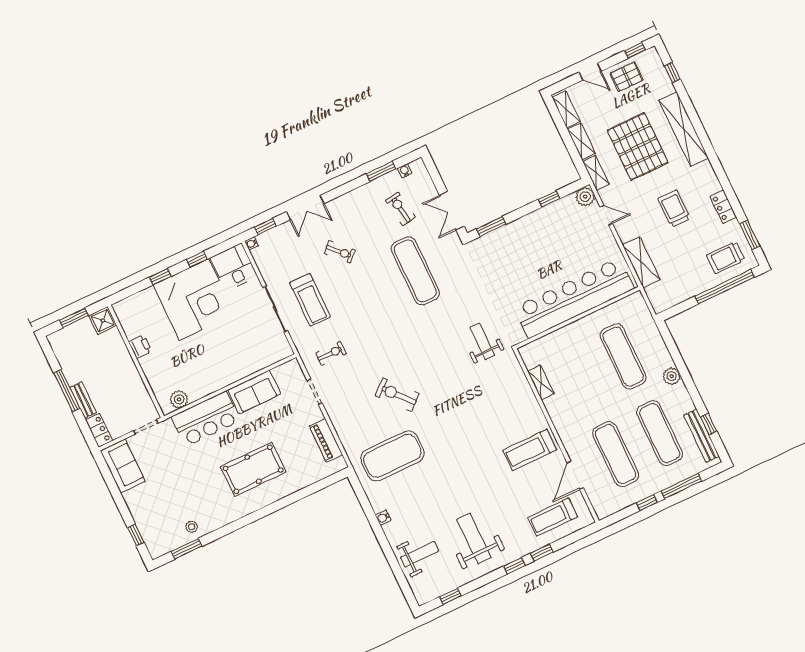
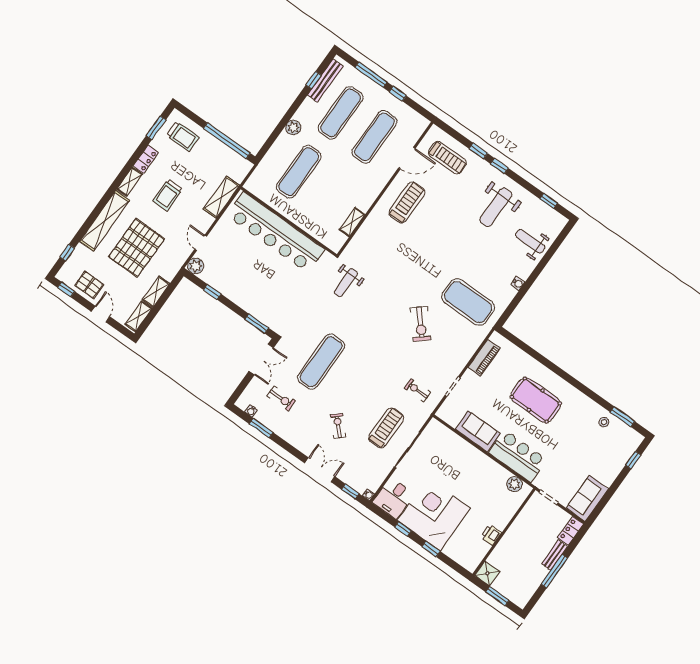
shelving: (596, 173) -> (130, 182), moved
exercise bike: (400, 209) -> (281, 398), turned -81
window: (725, 287) -> (227, 141), moved
treadmill: (530, 450) -> (407, 202), turned -90

